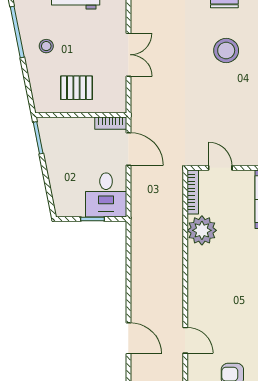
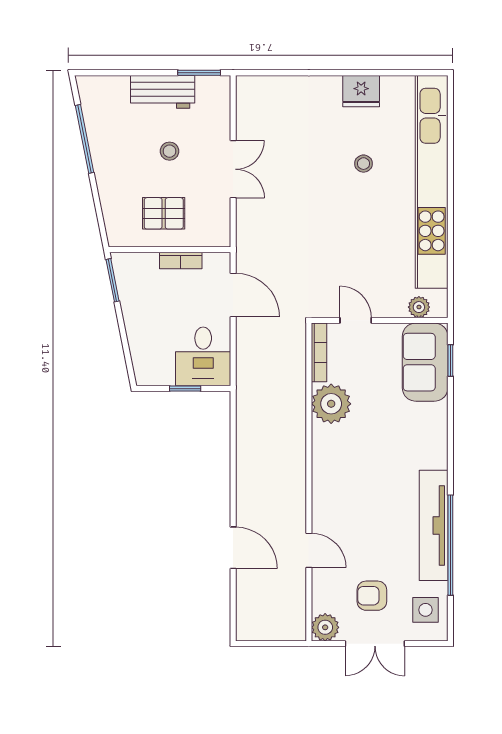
stool: (46, 46) -> (169, 151), moved
stool: (226, 50) -> (363, 164), width x0.53, depth x0.53
bookcase: (111, 123) -> (181, 261), moved

